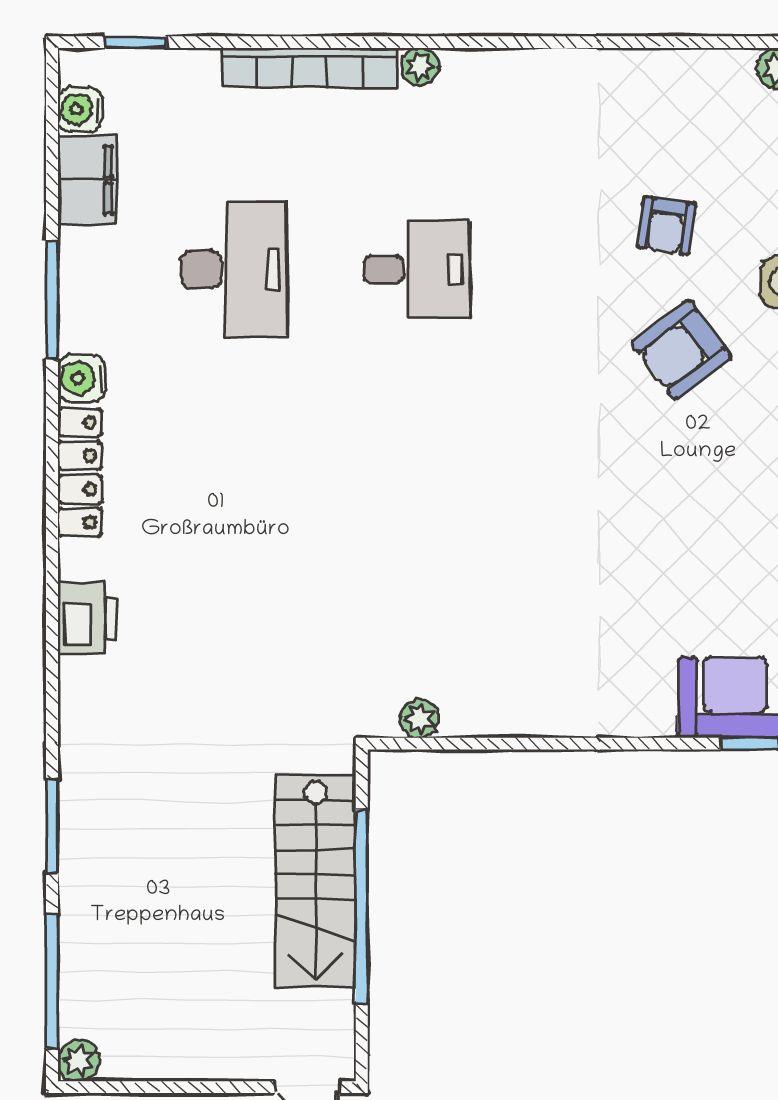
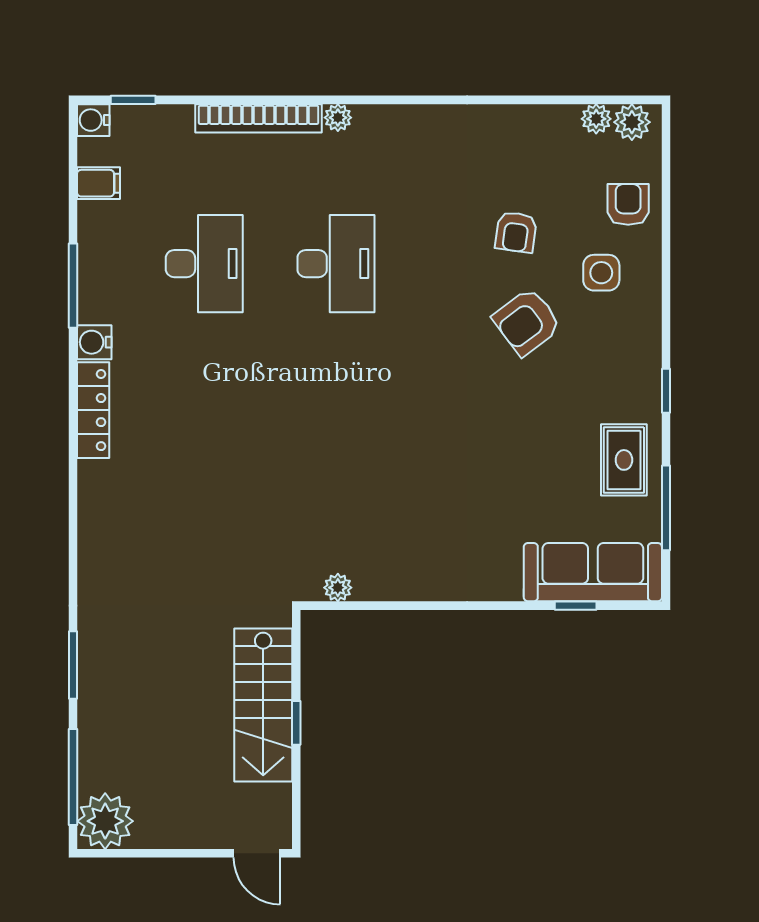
water cooler: (80, 109) -> (93, 120), moved
filing cabinet: (87, 180) -> (99, 183), width x0.50
desk: (417, 269) -> (336, 264), width x1.37
printer: (87, 618) -> (98, 515), removed
window: (362, 906) -> (296, 723), width x0.32
plant: (79, 1061) -> (105, 821), width x1.87, depth x1.87

